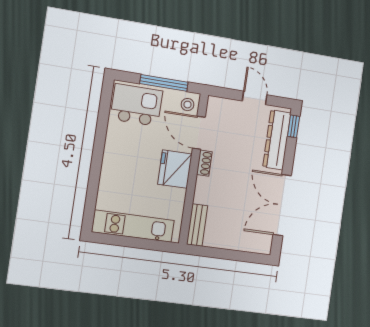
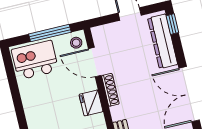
shoe rack: (204, 163) -> (110, 90), width x1.43
fridge: (175, 169) -> (91, 103), width x0.73, depth x0.75

